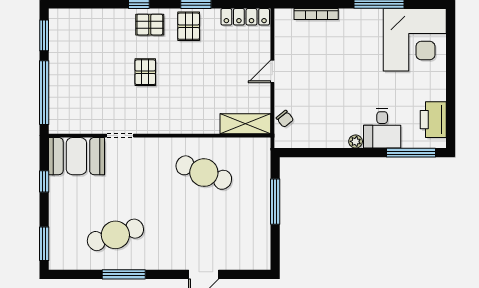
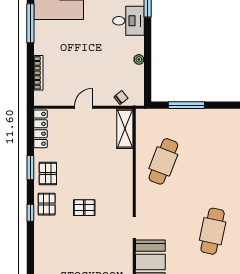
pallet: (189, 26) -> (48, 173), turned 90
door: (272, 71) -> (84, 107), swing flipped
plant: (356, 141) -> (139, 59), moved
cafe table: (115, 235) -> (213, 231), turned 30

